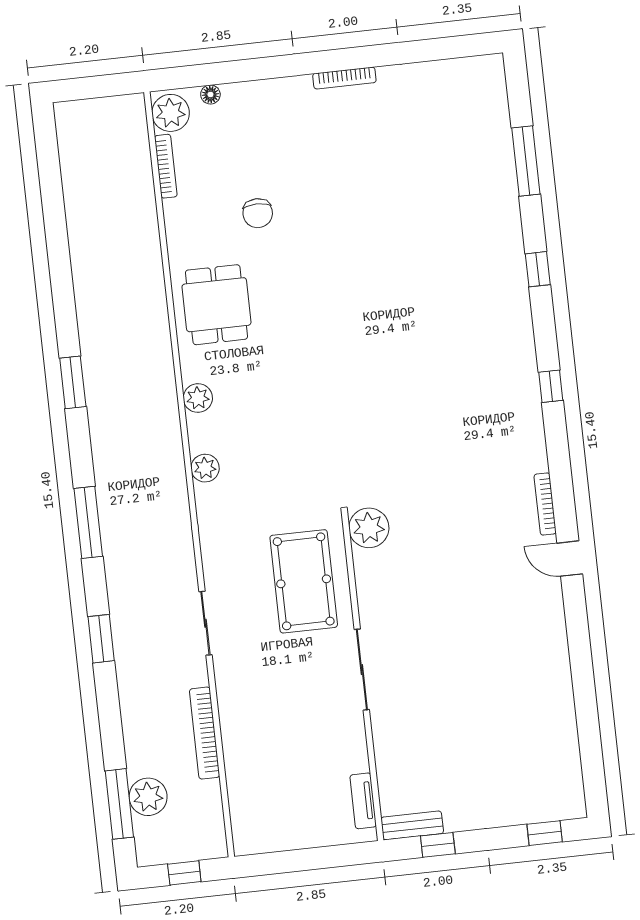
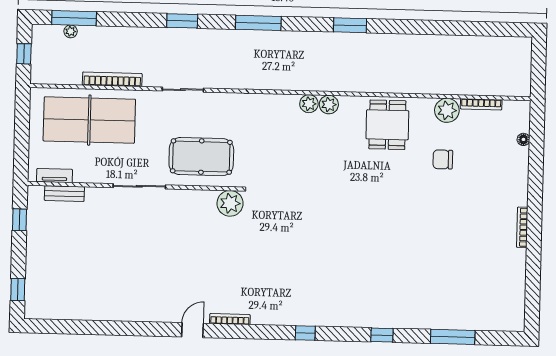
plant: (171, 113) -> (447, 110), moved
dining table: (216, 305) -> (387, 125), turned 90
plant: (205, 468) -> (309, 104), moved
table tennis table: (271, 759) -> (89, 120), added
plant: (148, 797) -> (71, 31), width x0.53, depth x0.53
bench: (412, 825) -> (64, 194), moved, turned 90

